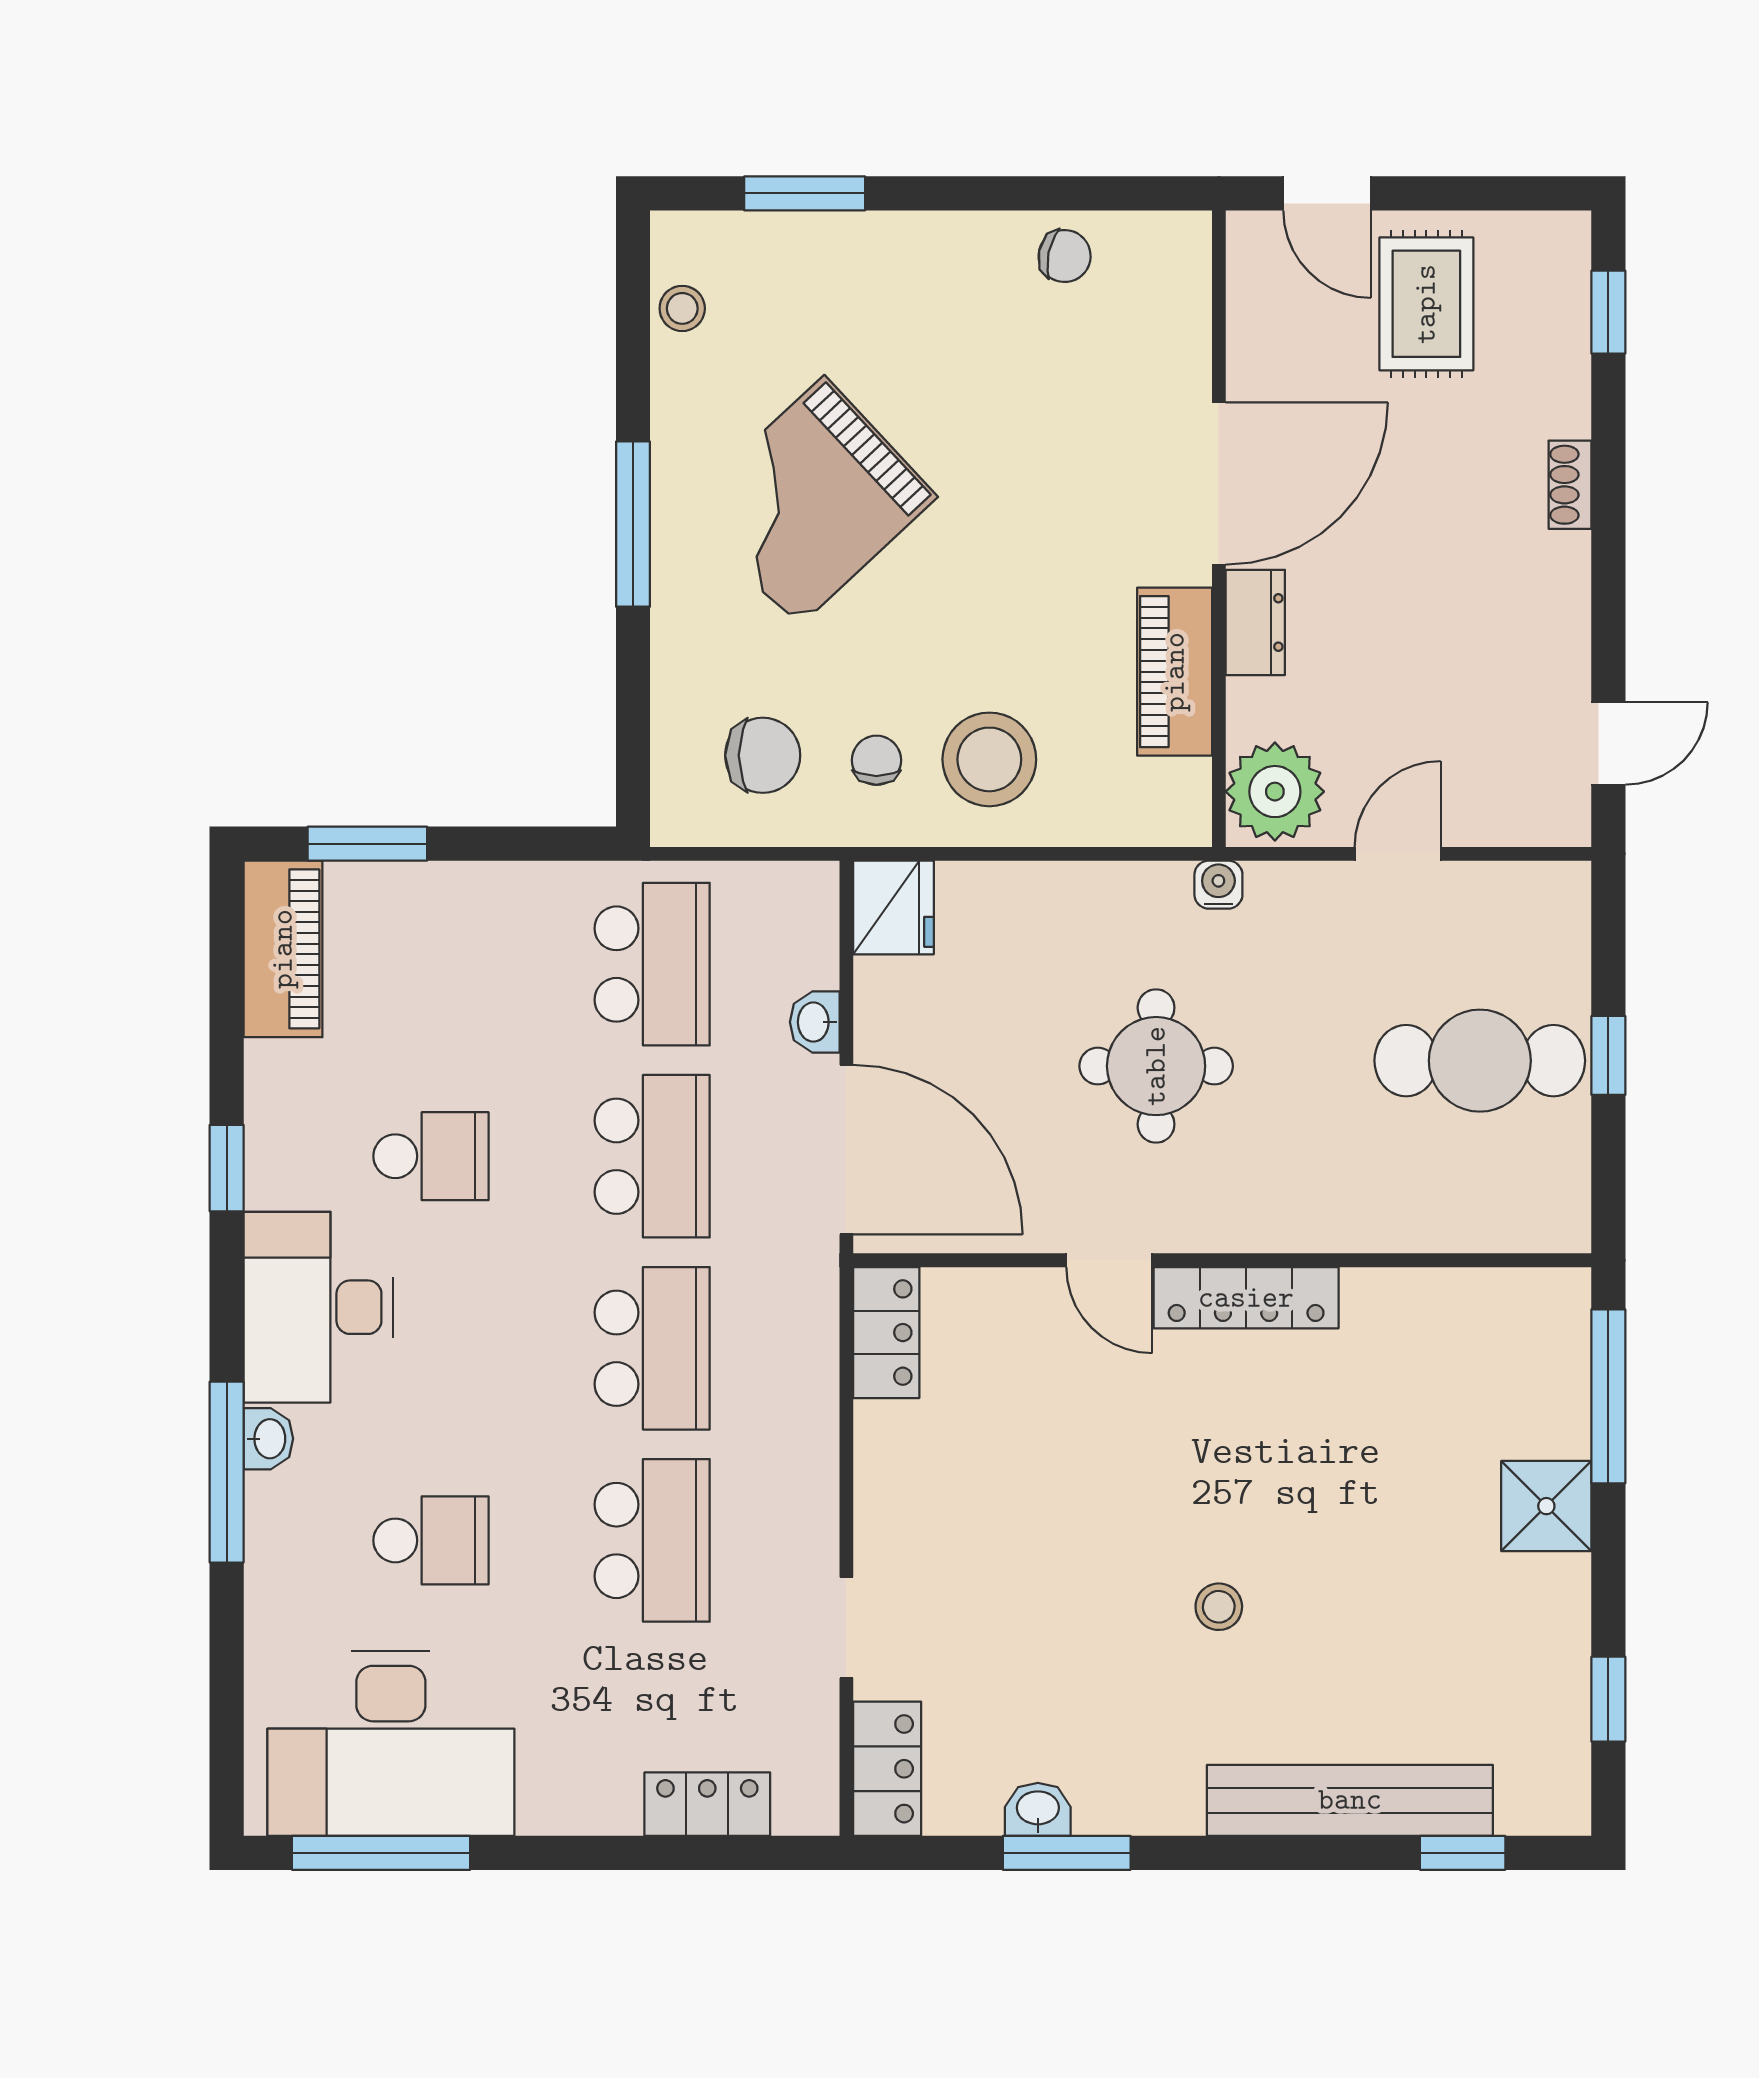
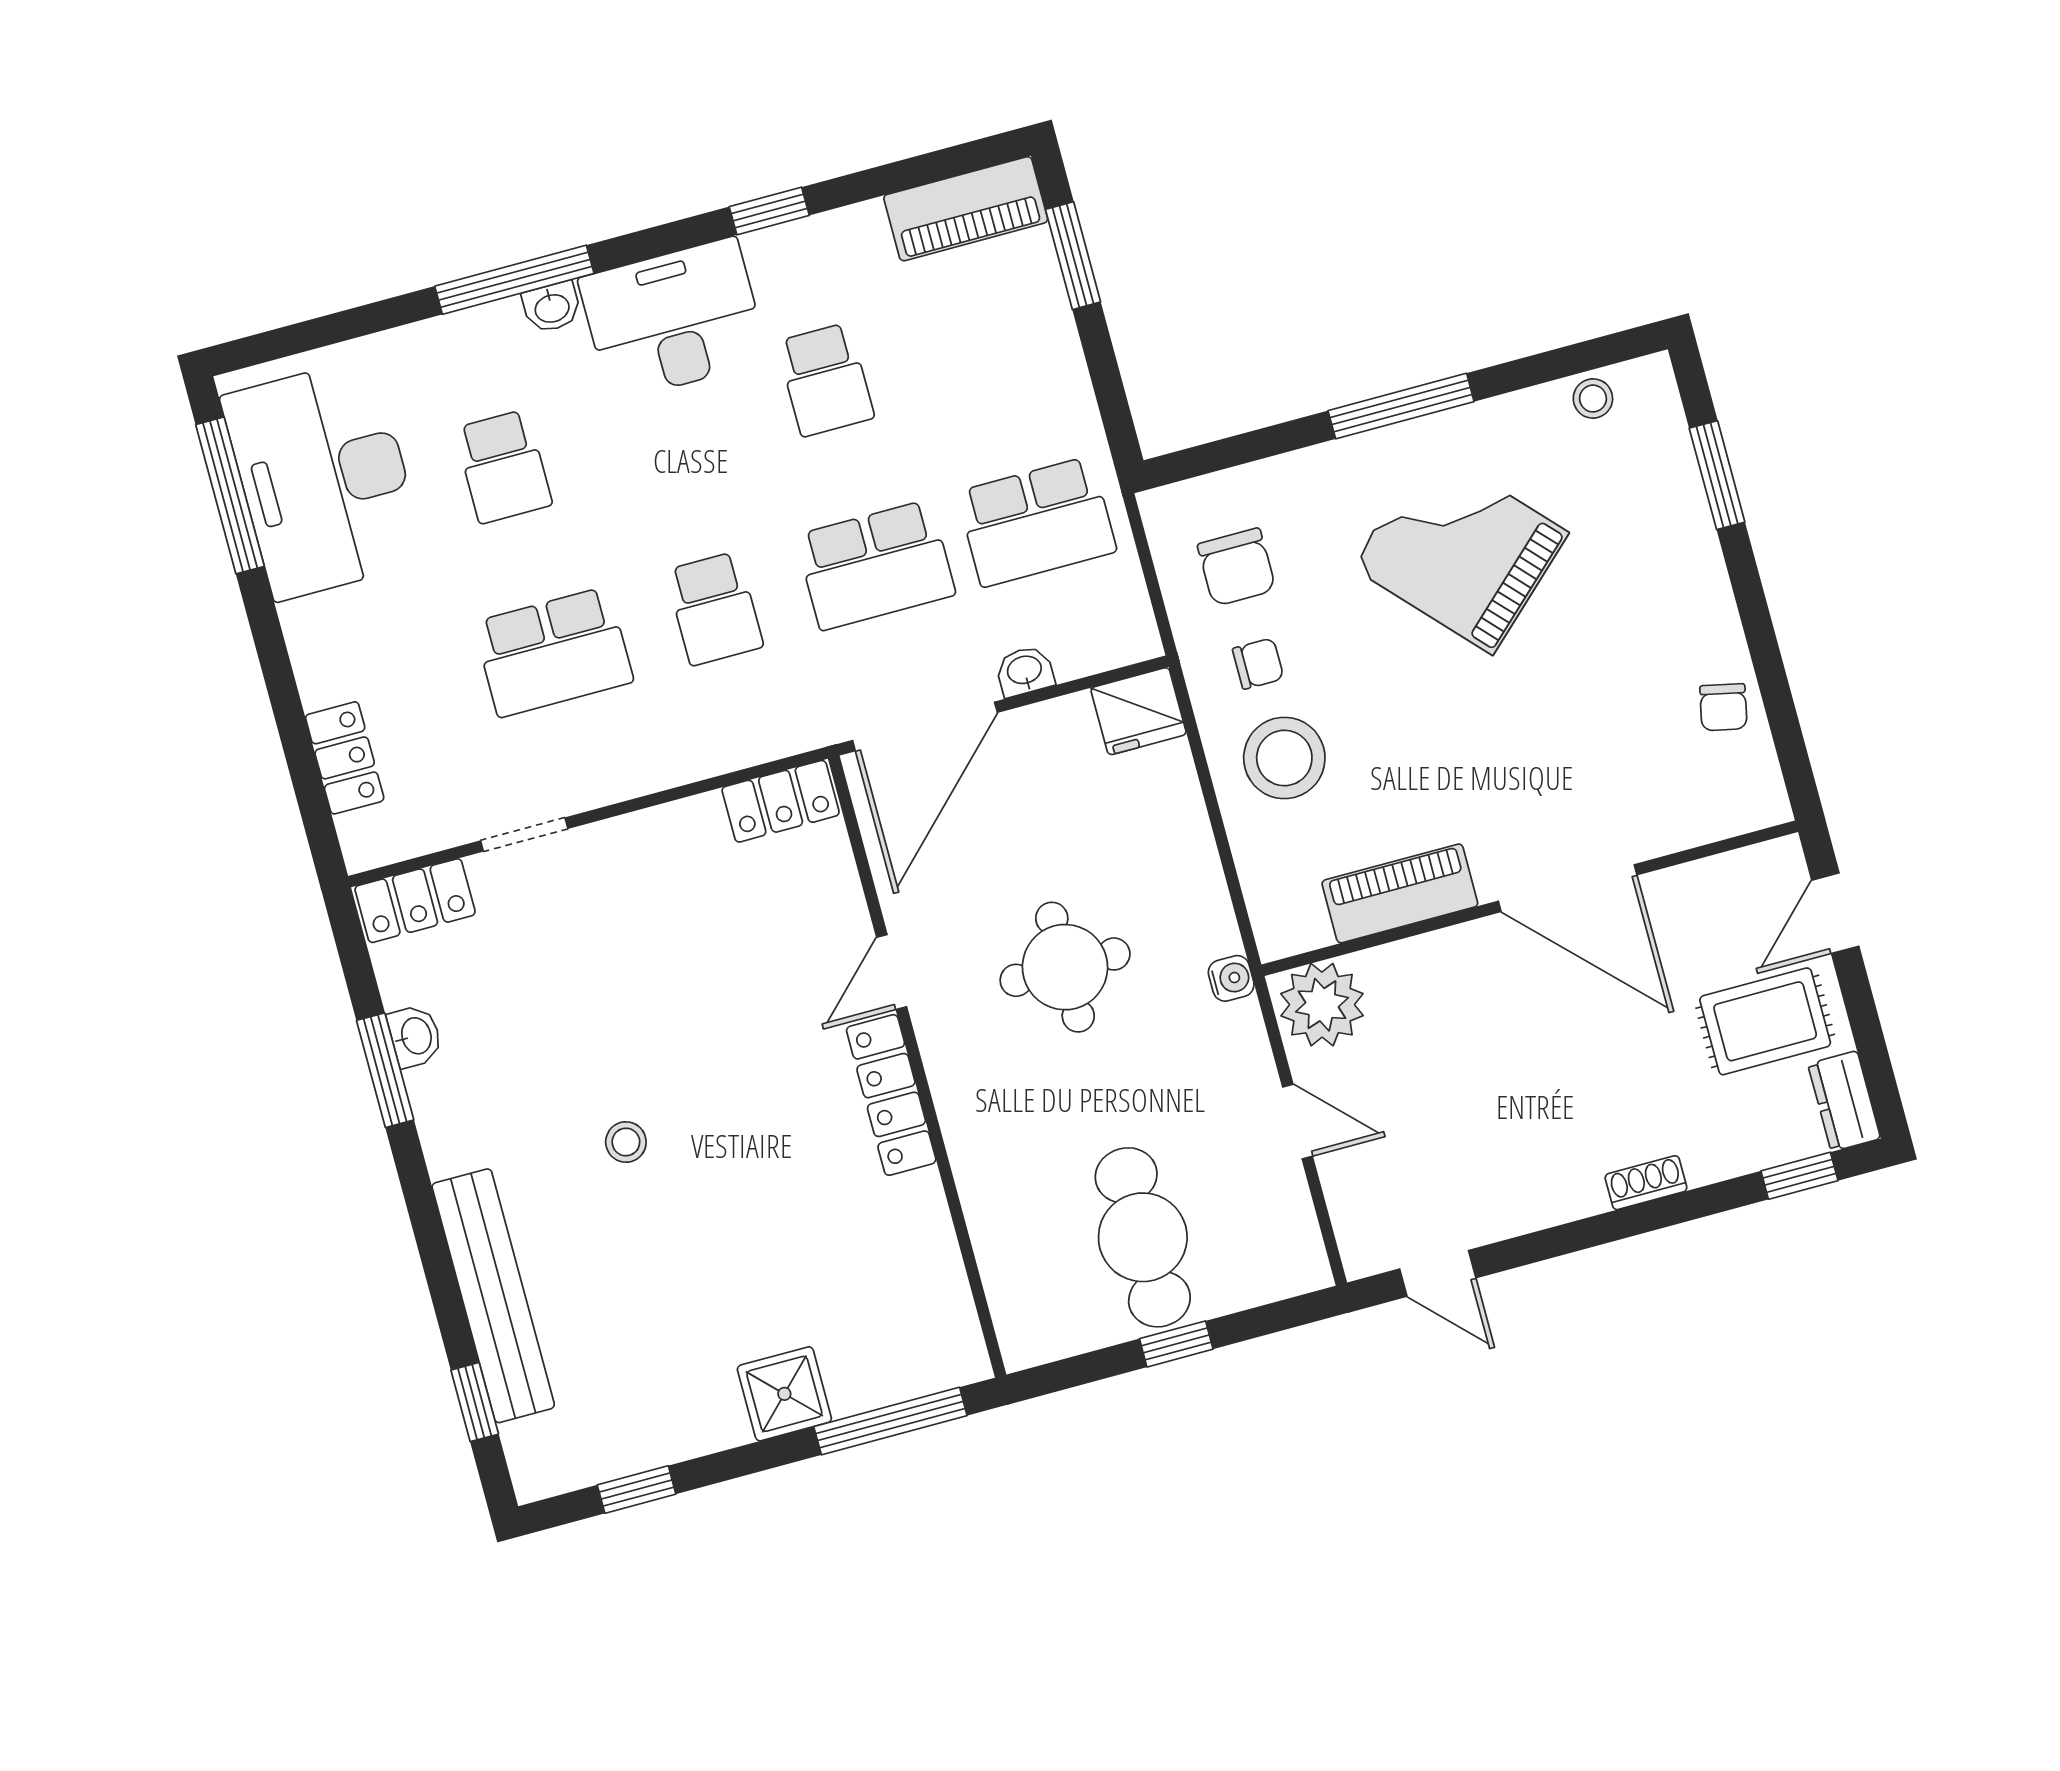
dresser: (1255, 622) -> (1844, 1101), moved, turned 90
school desk: (652, 1348) -> (714, 609), width x0.54

